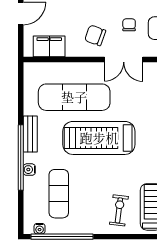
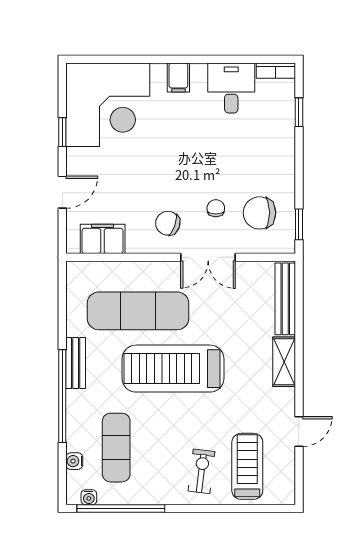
water cooler: (29, 170) -> (74, 461), moved

